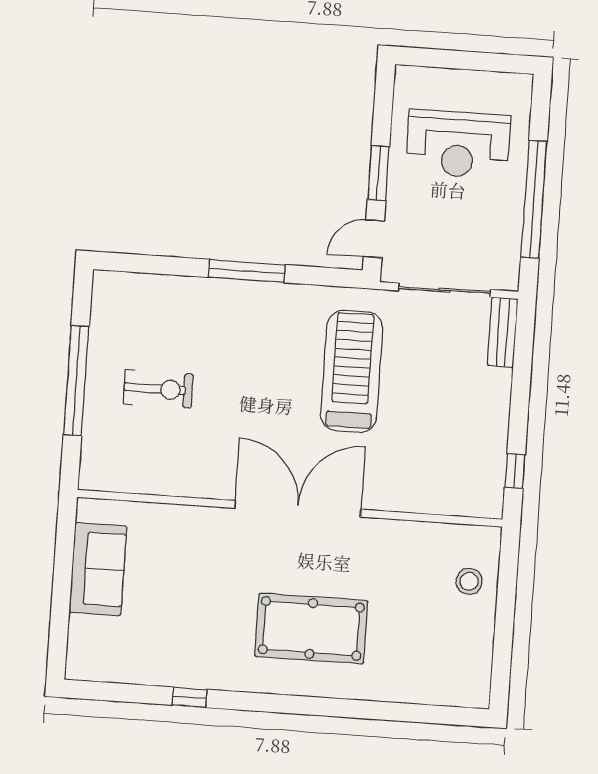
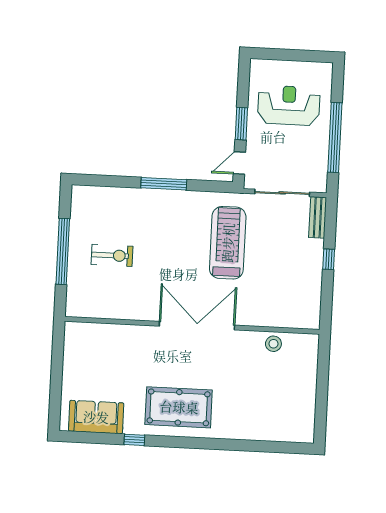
reception desk: (458, 144) -> (289, 105), turned 180
window: (515, 471) -> (329, 259), moved
sofa: (98, 569) -> (96, 417), moved, turned -90
stool: (469, 581) -> (273, 344), moved
pool table: (311, 628) -> (179, 407), moved

